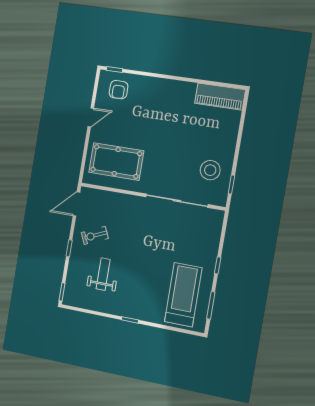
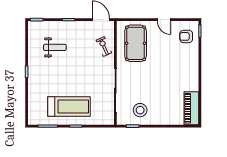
exercise bike: (95, 235) -> (104, 46), moved
treadmill: (183, 295) -> (69, 106), moved

